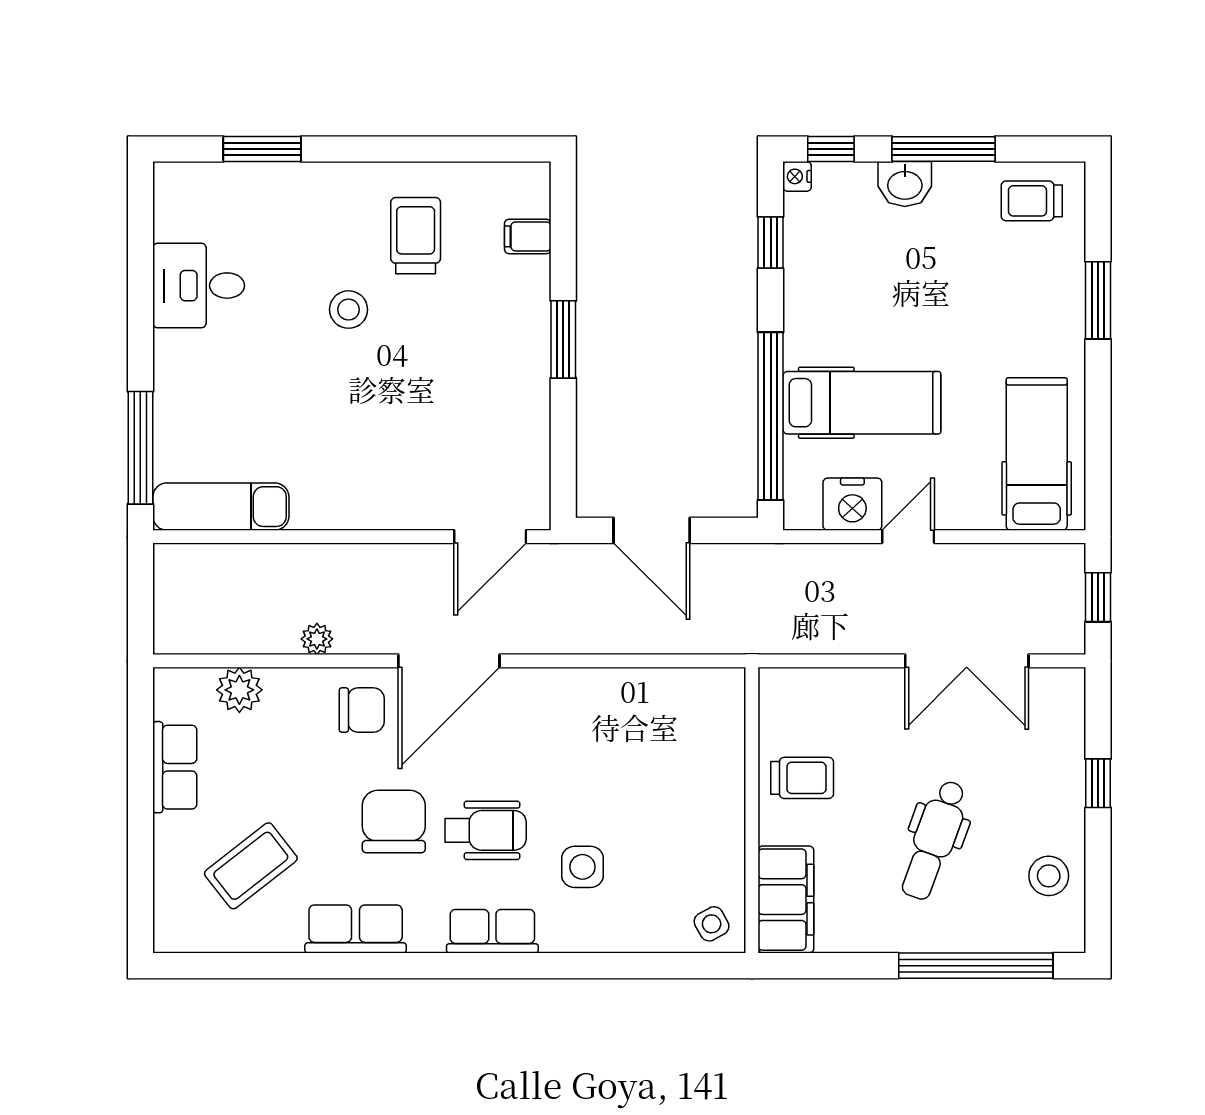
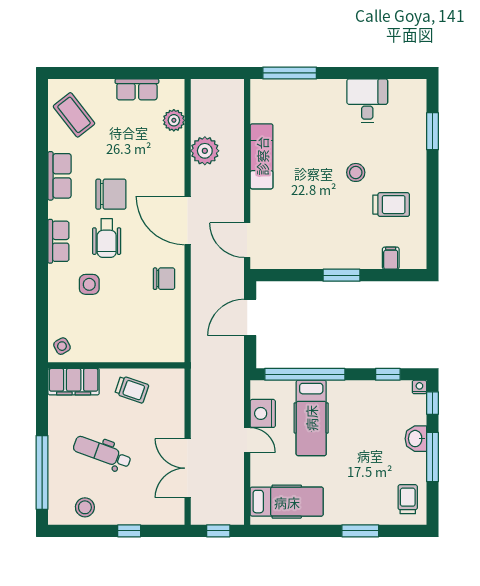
exam couch: (221, 507) -> (262, 156), moved
plant: (317, 639) -> (205, 151), width x1.88, depth x1.88
chair: (362, 710) -> (164, 279), moved, turned -90
trolley: (802, 778) -> (132, 389), turned -71
coffee table: (251, 866) -> (74, 115), moved

